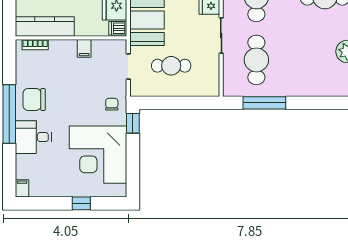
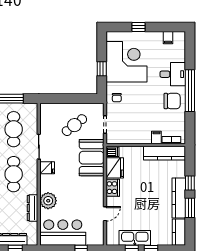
filing cabinet: (84, 48) -> (156, 137), moved
cafe table: (171, 66) -> (74, 125), turned -38
window: (133, 123) -> (102, 69), moved
filing cabinet: (22, 188) -> (168, 38), moved

